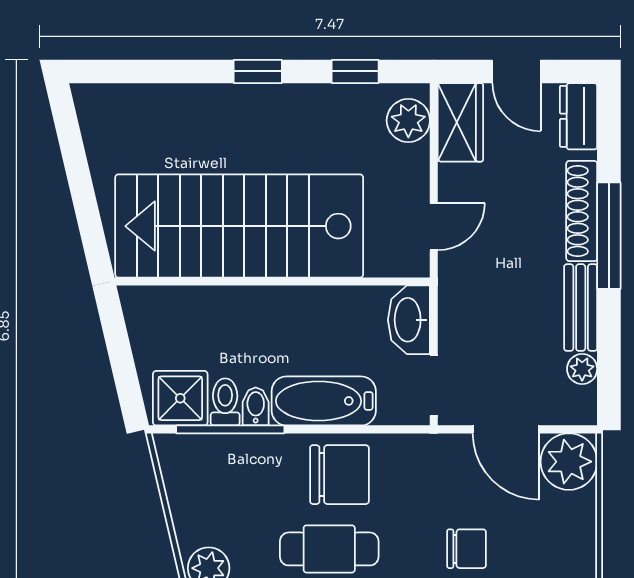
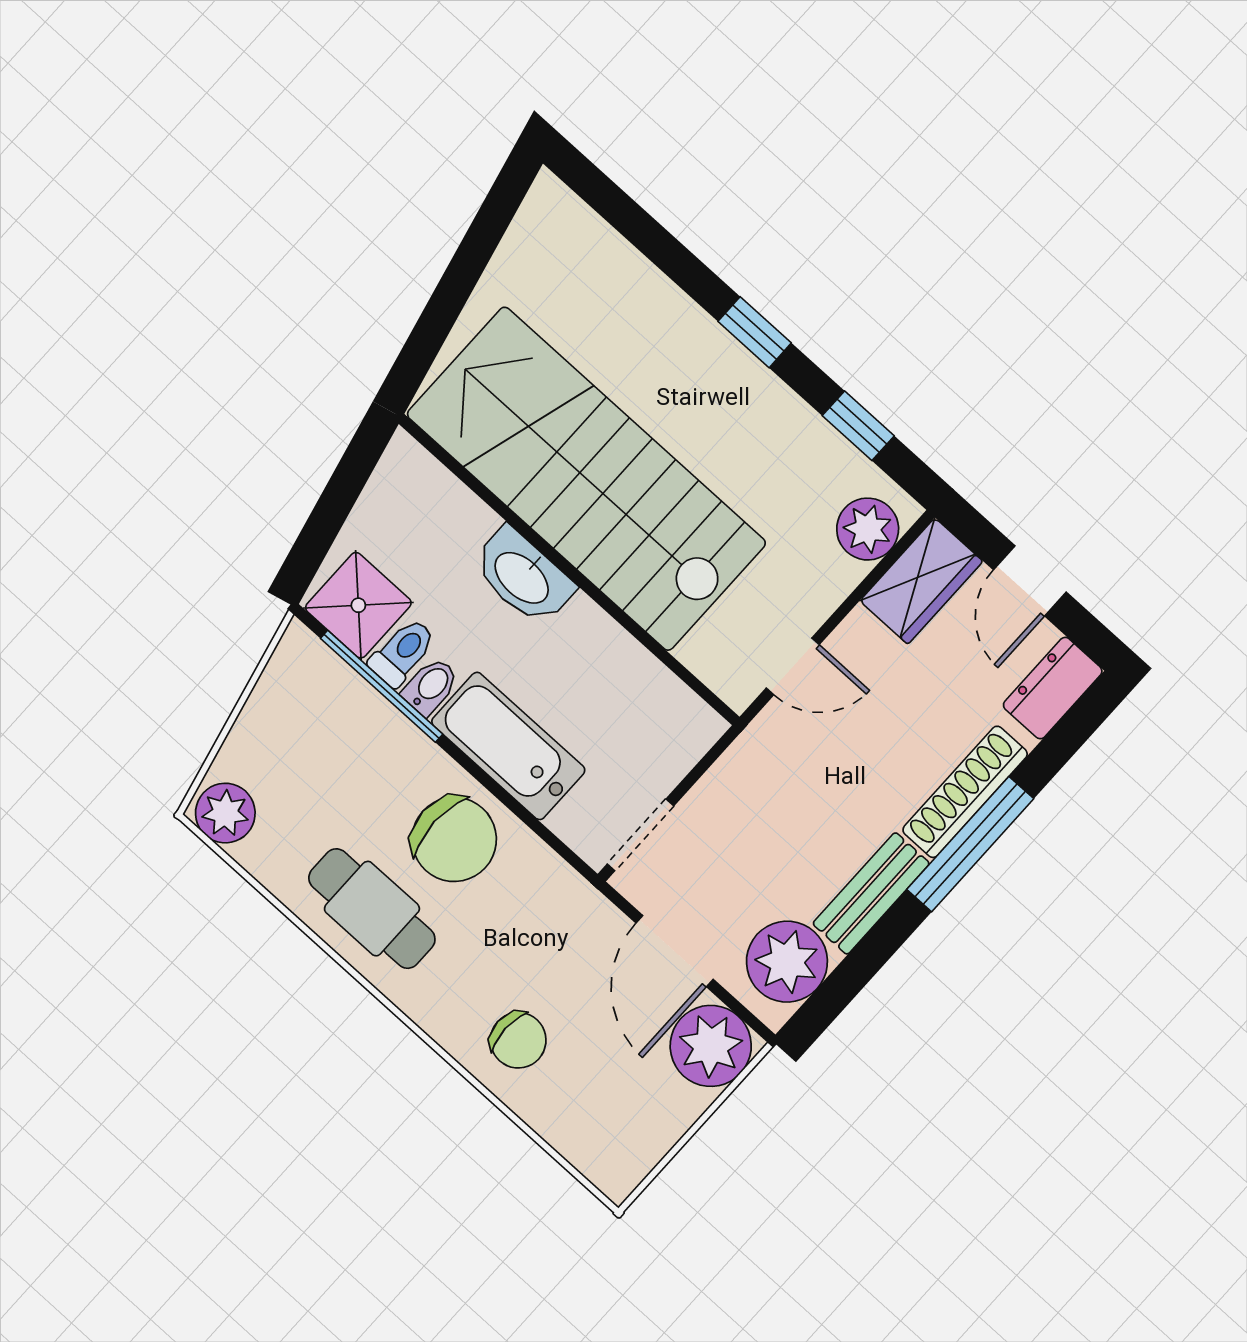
washbasin: (409, 320) -> (523, 577), moved, turned -90
plant: (582, 369) -> (787, 962), width x1.88, depth x1.88

